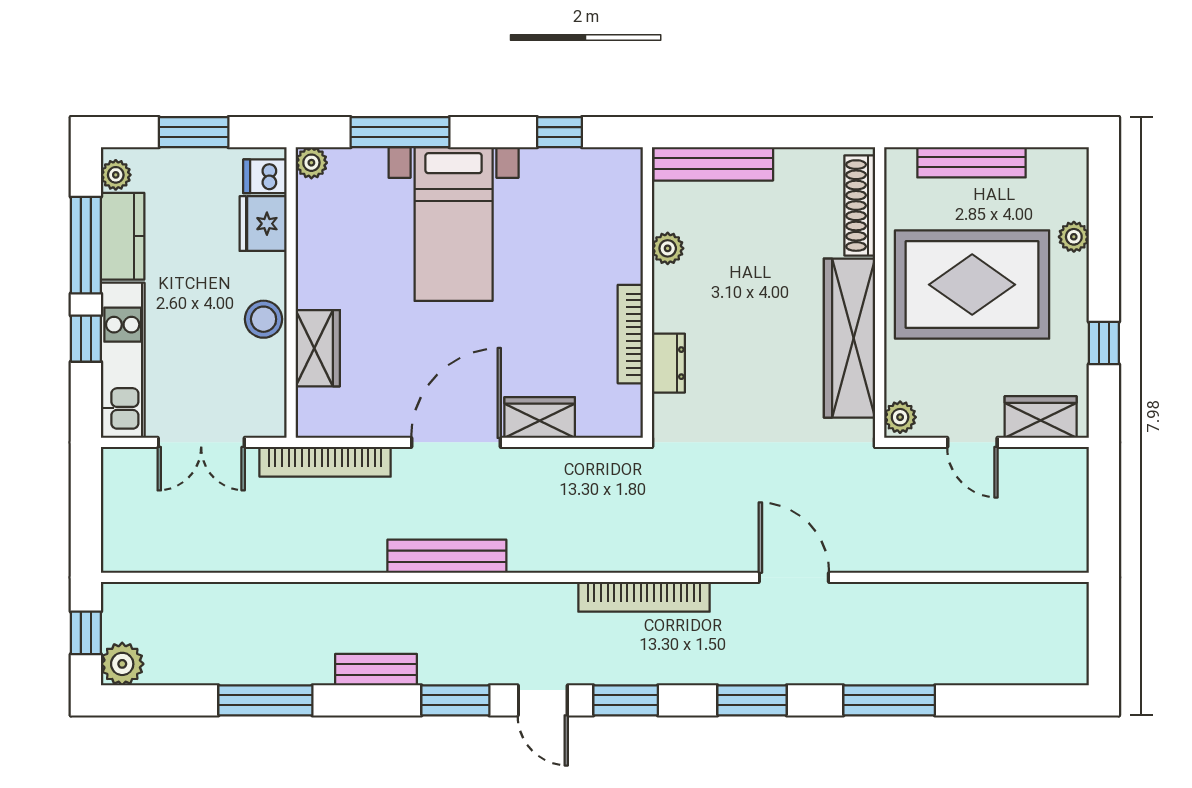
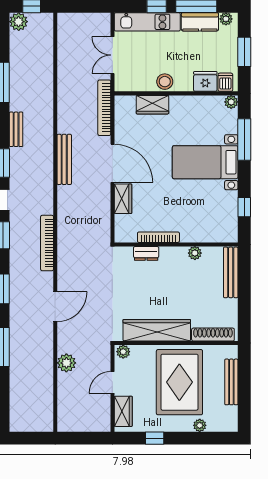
plant: (927, 551) -> (66, 363), added

